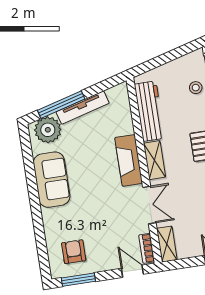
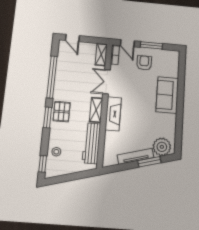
window: (61, 105) -> (149, 162), width x0.69
sofa: (52, 180) -> (167, 95), moved
armchair: (74, 252) -> (144, 63), moved, turned 180
window: (78, 280) -> (151, 45), moved

